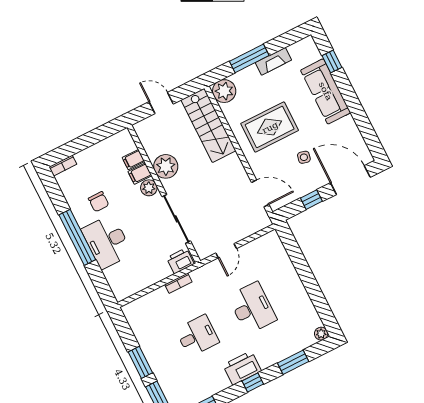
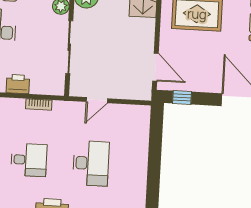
side table: (304, 157) -> (212, 57), removed
window: (311, 200) -> (182, 98), moved
printer: (180, 261) -> (18, 84), moved

